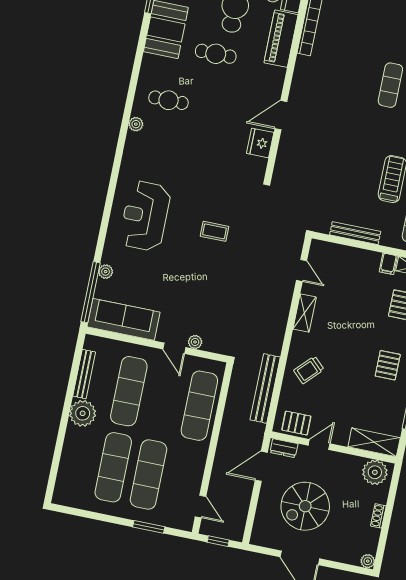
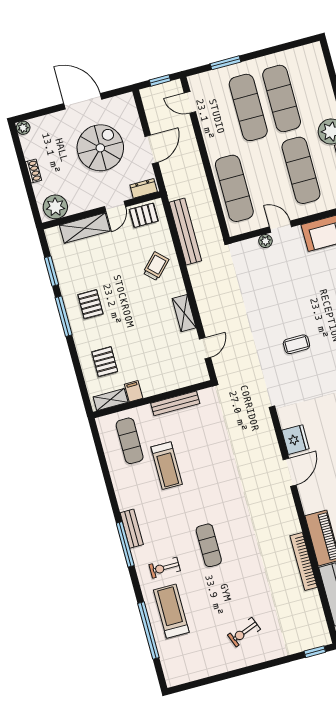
door: (301, 270) -> (205, 348), swing flipped
shelving: (374, 442) -> (85, 228), moved
door: (261, 466) -> (151, 149), moved

